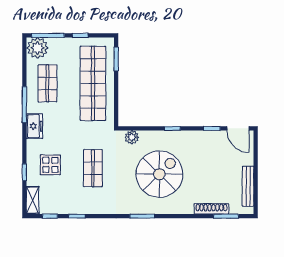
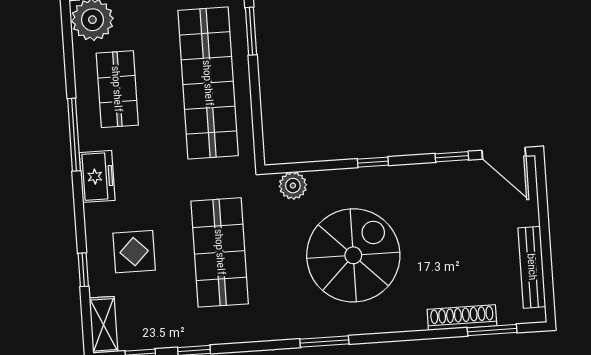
shop shelf: (93, 168) -> (220, 252), width x1.43, depth x1.36

